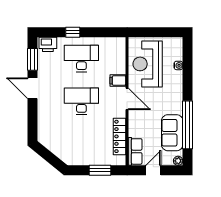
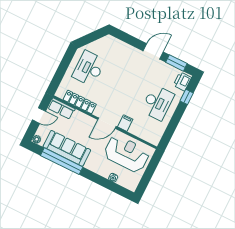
window: (73, 32) -> (187, 97), moved
desk: (81, 101) -> (89, 68), moved, turned 180
sofa: (172, 133) -> (67, 148), width x1.36
window: (100, 170) -> (60, 73), removed
door: (153, 170) -> (39, 116), hinge flipped

